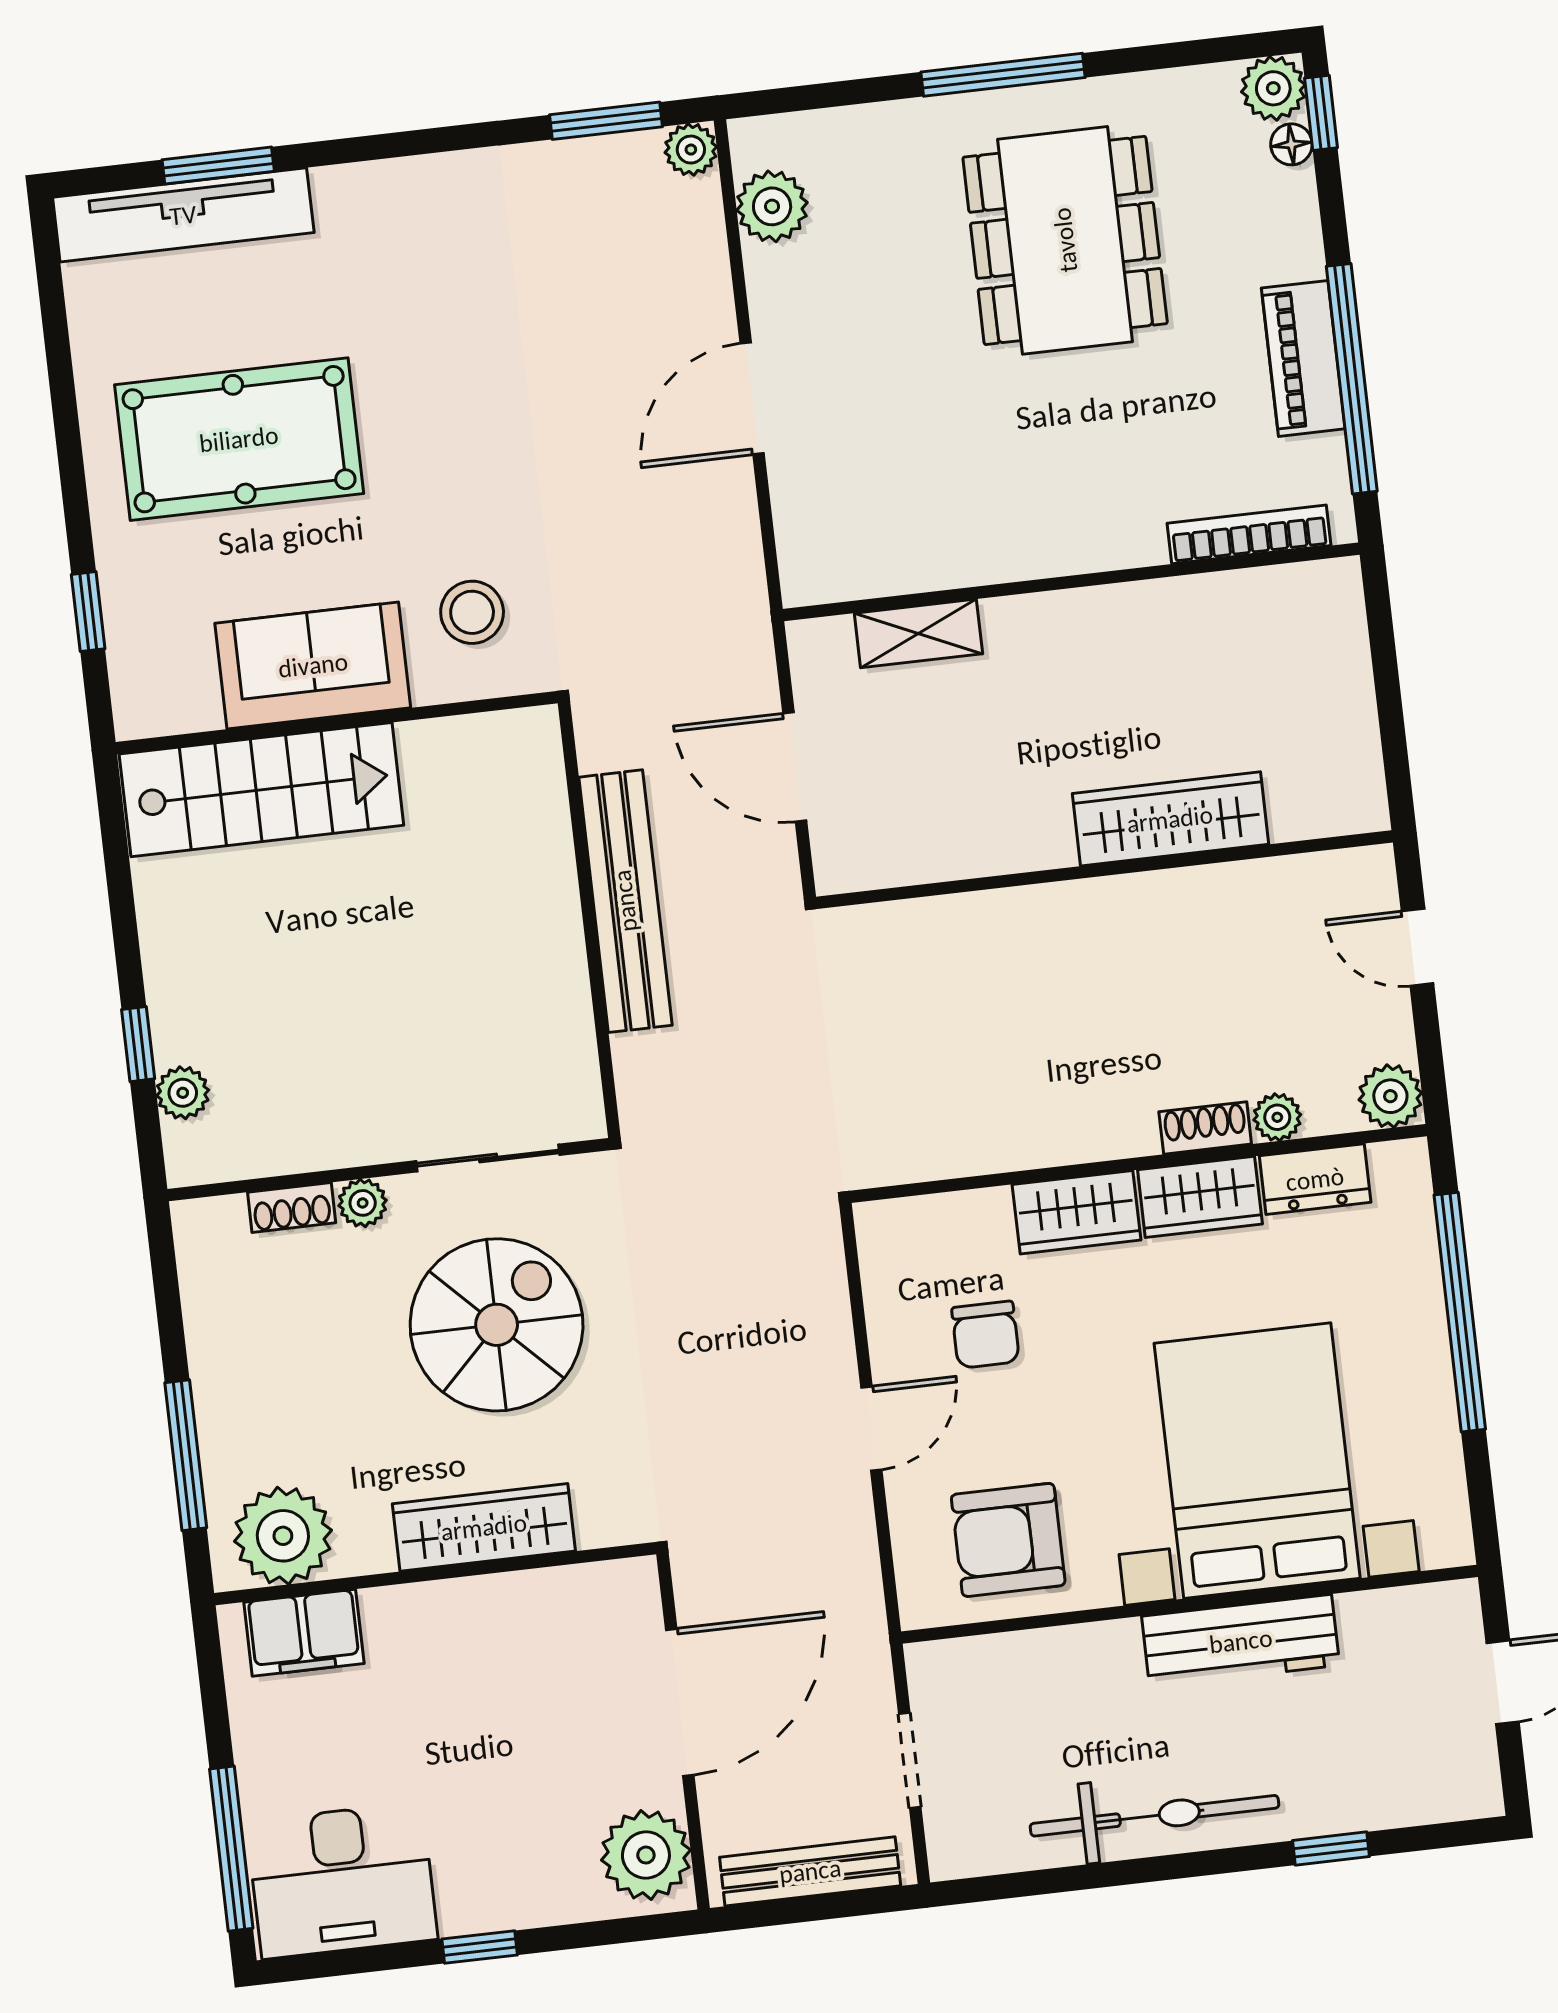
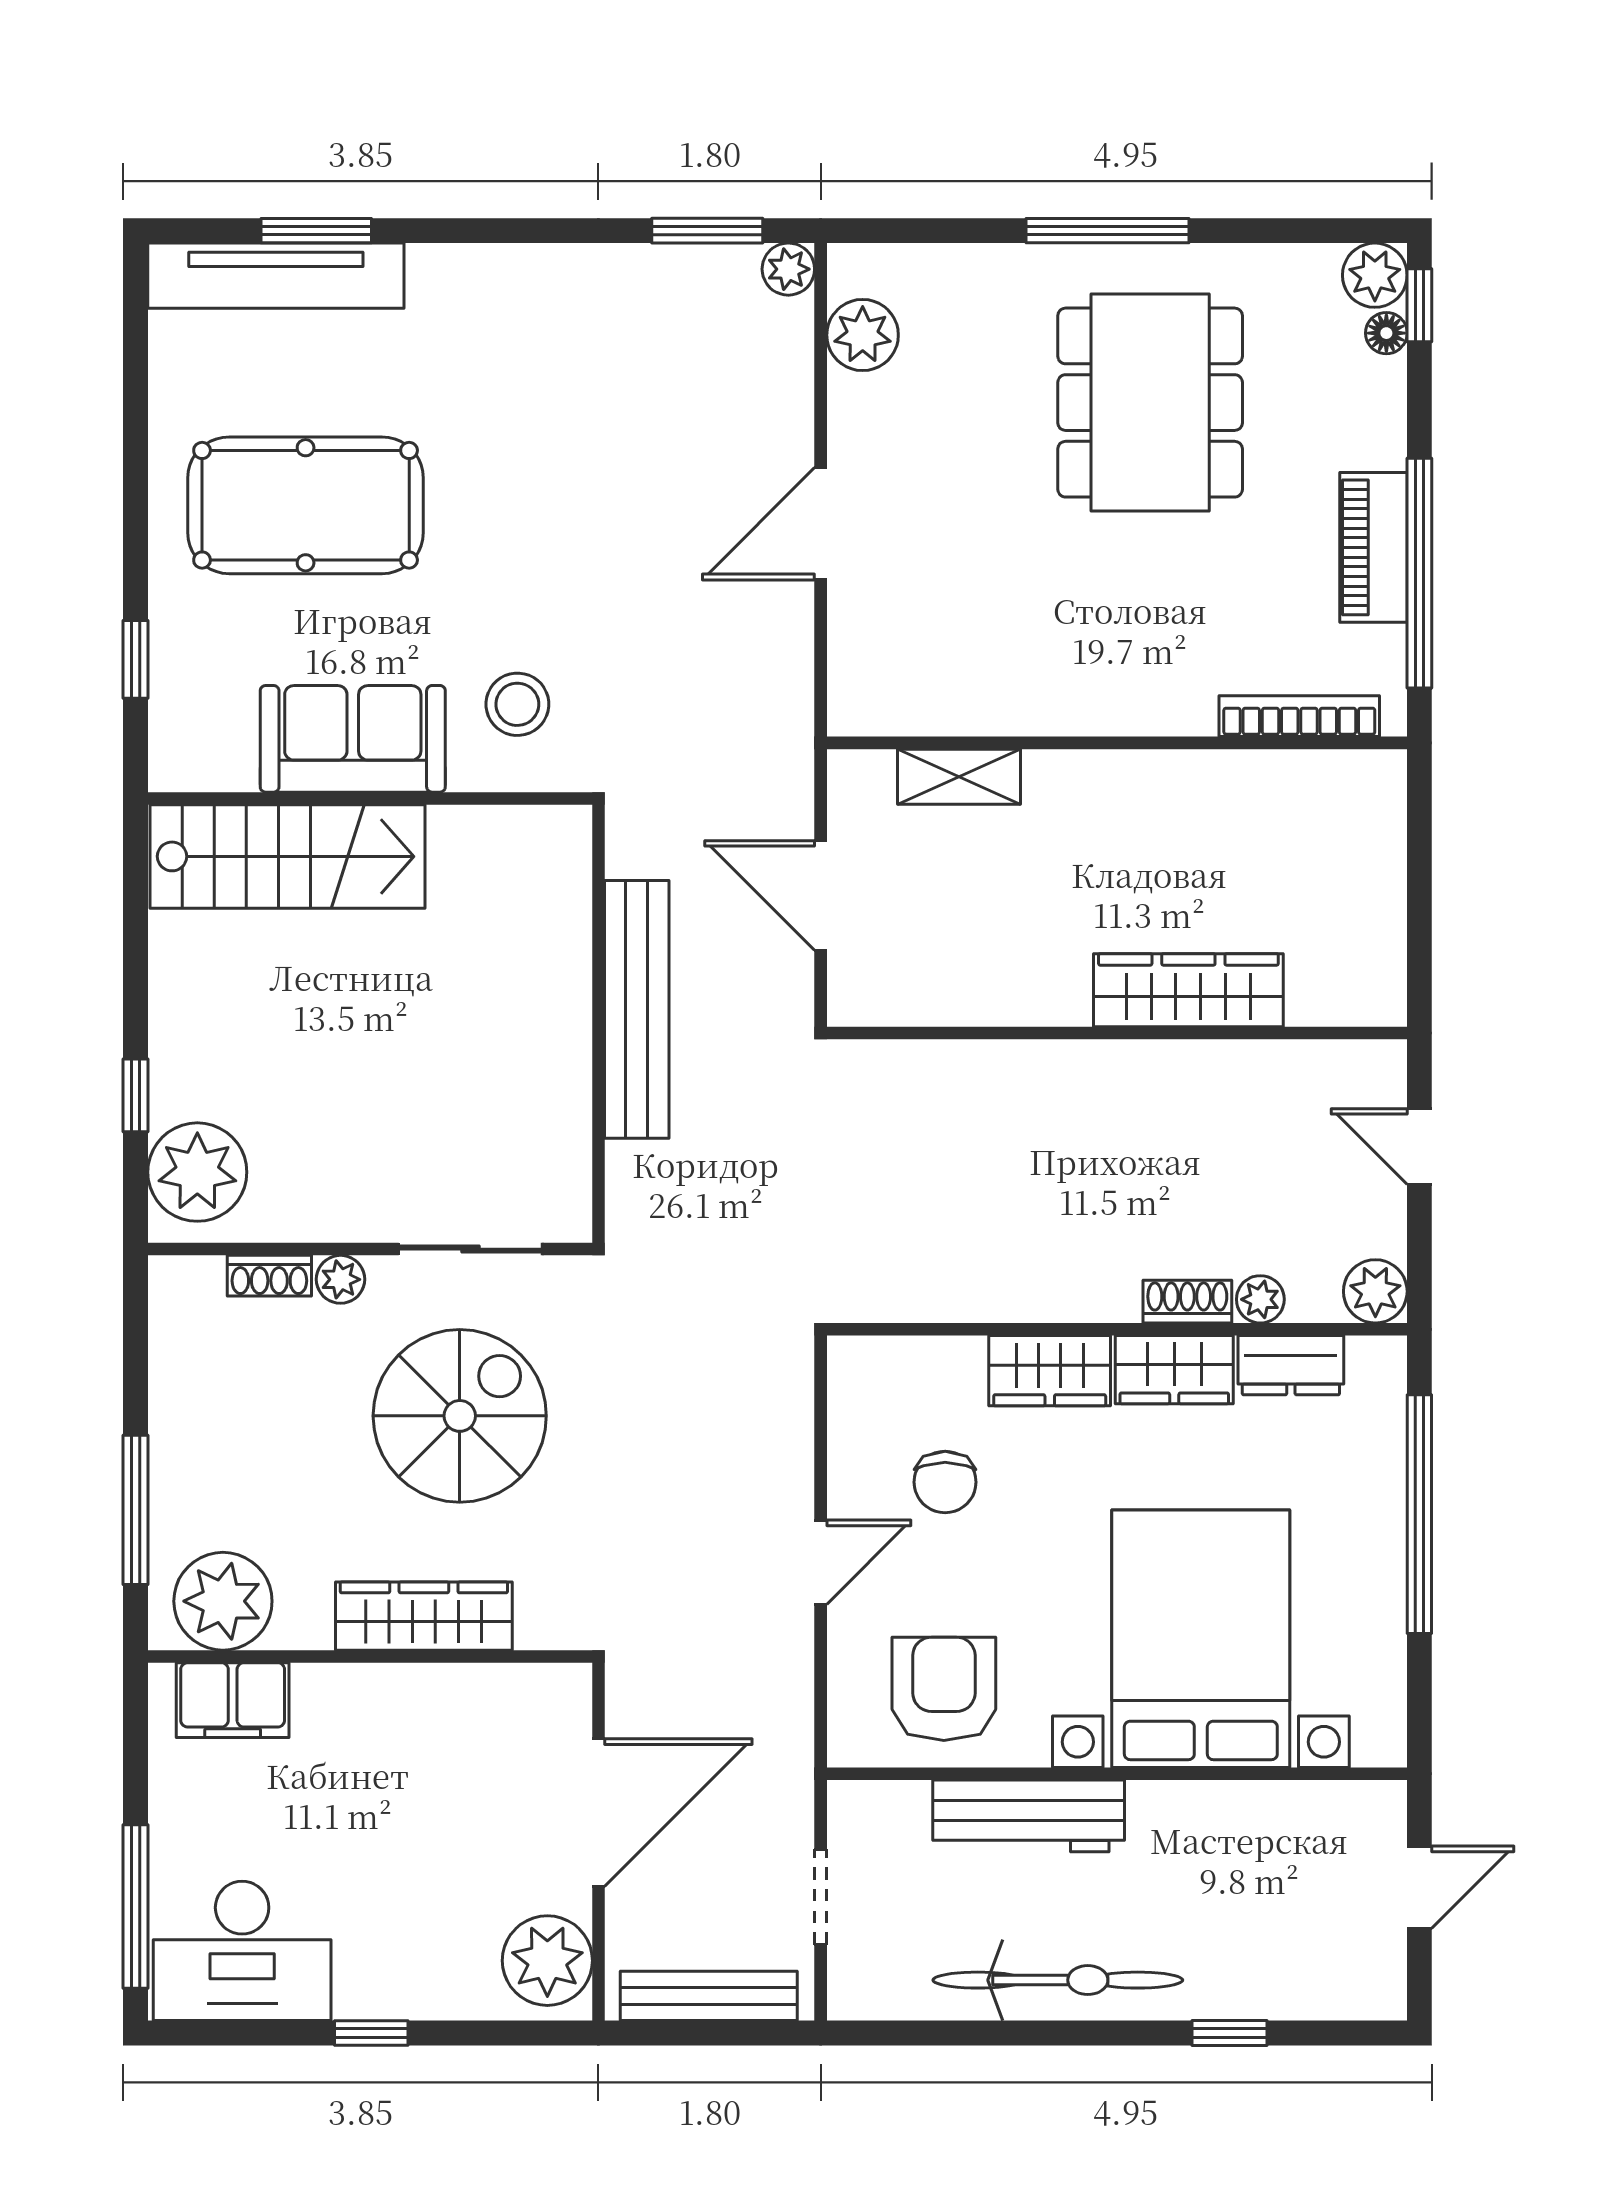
plant: (183, 1093) -> (197, 1172), width x1.88, depth x1.88
armchair: (1008, 1540) -> (944, 1689), turned 90
workbench: (1241, 1641) -> (1029, 1816), moved

